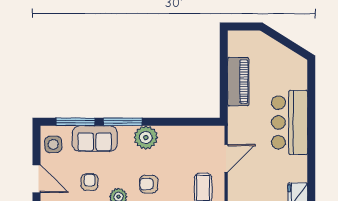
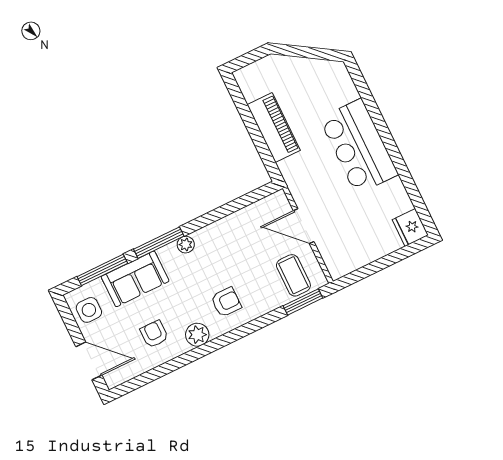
plant: (146, 137) -> (186, 245), width x0.53, depth x0.53
door: (226, 158) -> (304, 226), swing flipped
armchair: (149, 184) -> (226, 302), turned 180

